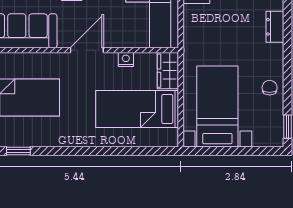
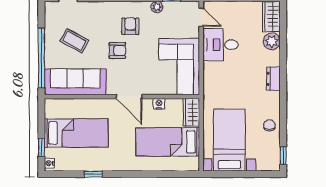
door: (87, 50) -> (129, 97), swing flipped
window: (18, 151) -> (93, 174), moved

